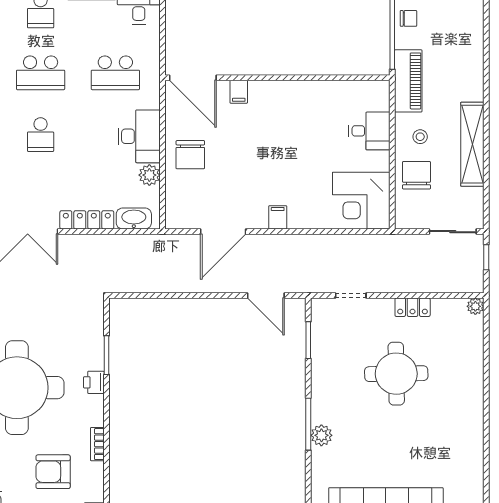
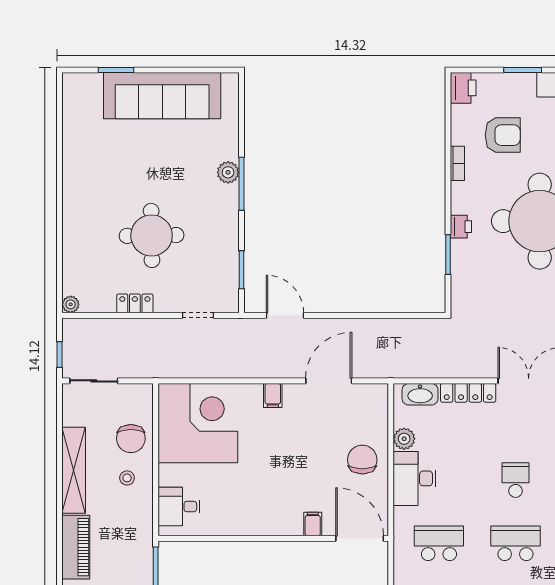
piano: (408, 81) -> (76, 547), moved, turned 180
desk: (369, 131) -> (179, 507), moved
corner desk: (361, 201) -> (198, 423), width x1.36, depth x1.36

